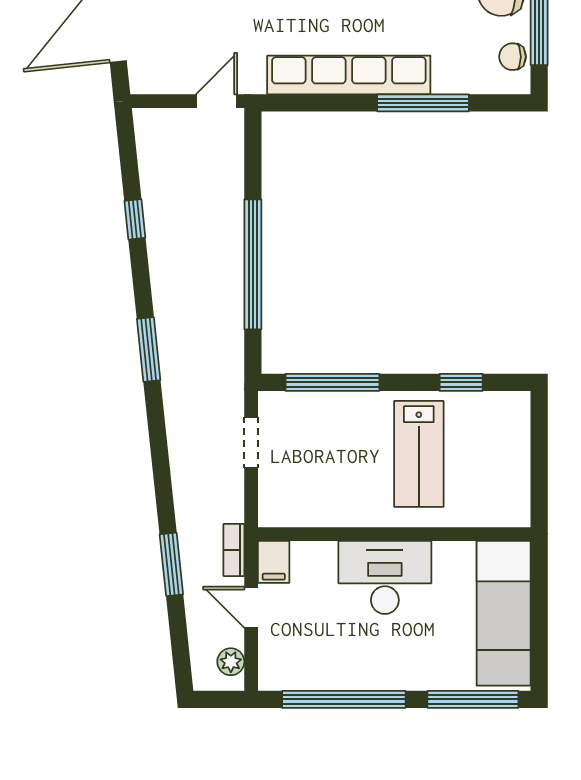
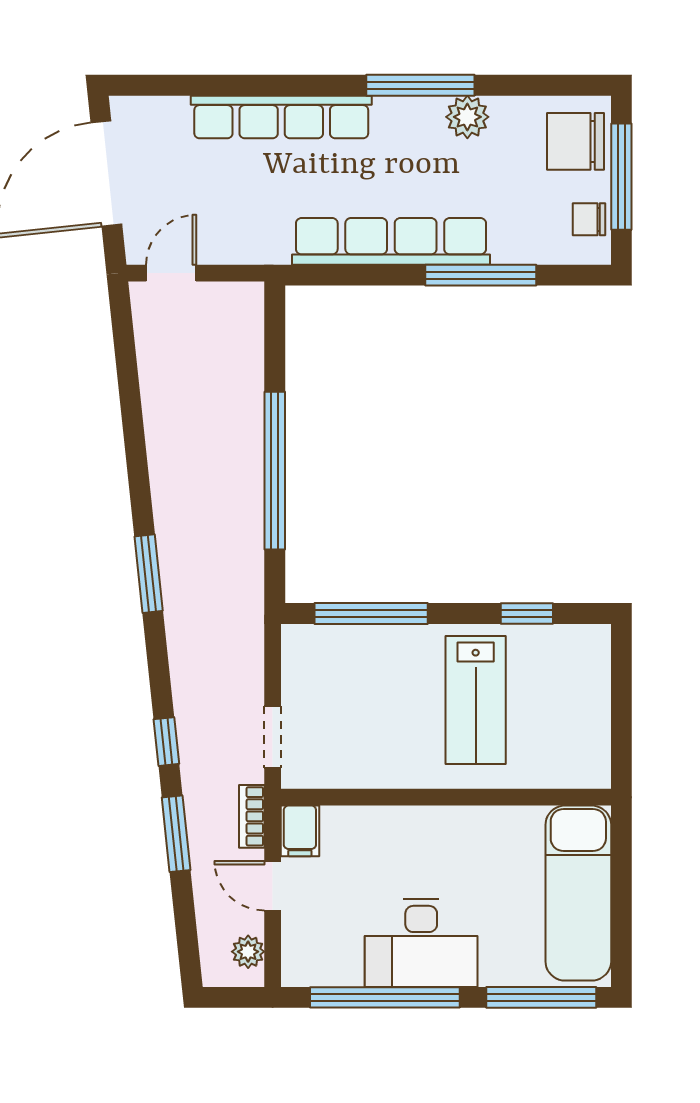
door: (217, 101) -> (171, 273), moved
window: (135, 219) -> (166, 742), moved
doorway: (251, 442) -> (273, 737), moved
desk: (385, 577) -> (421, 943), moved, turned 180

